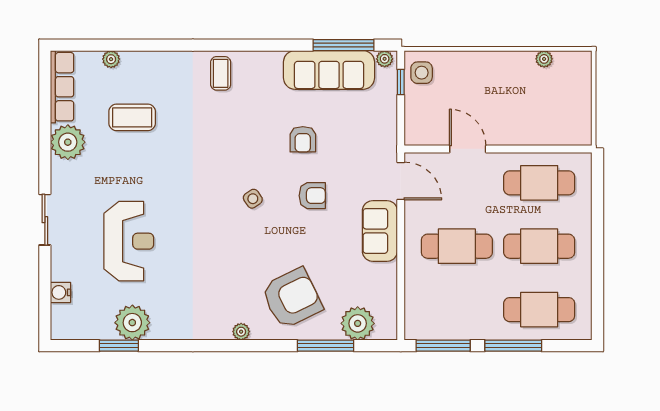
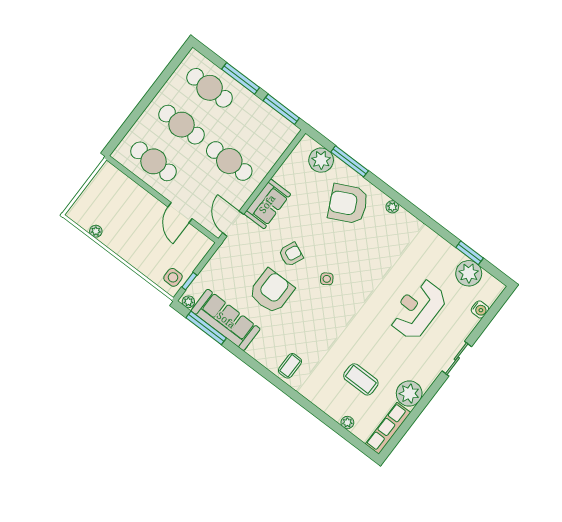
armchair: (303, 139) -> (271, 291), width x1.88, depth x1.88
armchair: (312, 196) -> (291, 254), turned 114
plant: (132, 323) -> (469, 273), moved

